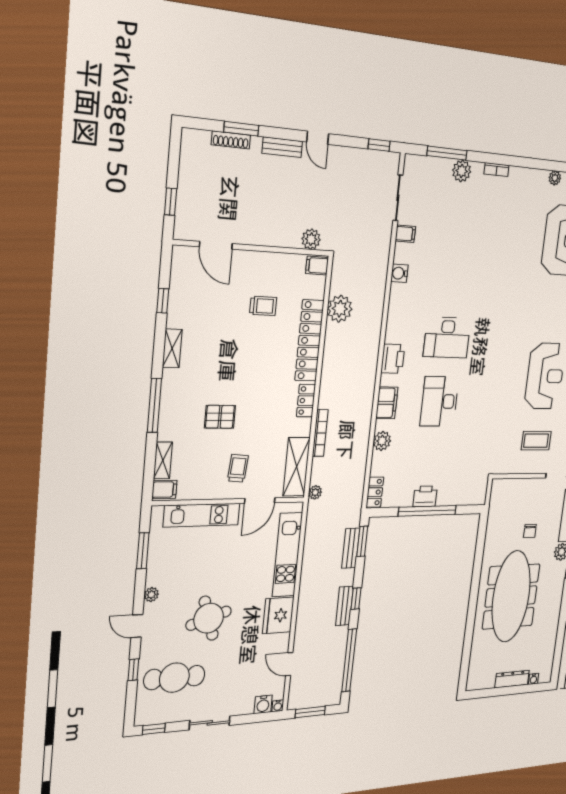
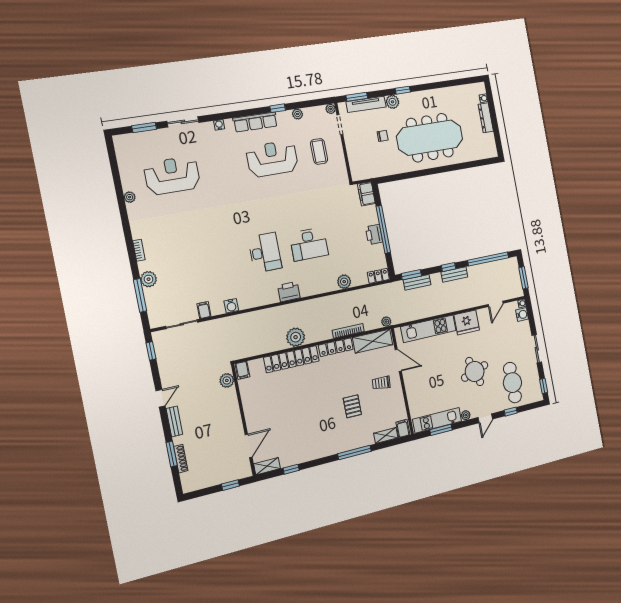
trolley: (263, 306) -> (278, 400), removed
plant: (340, 309) -> (296, 337), moved
shelving: (172, 348) -> (267, 466), moved
locker: (306, 401) -> (336, 347), width x1.53
filing cabinet: (387, 403) -> (366, 194), moved, turned -90
kitchen unit: (202, 515) -> (437, 420), moved, turned -90

